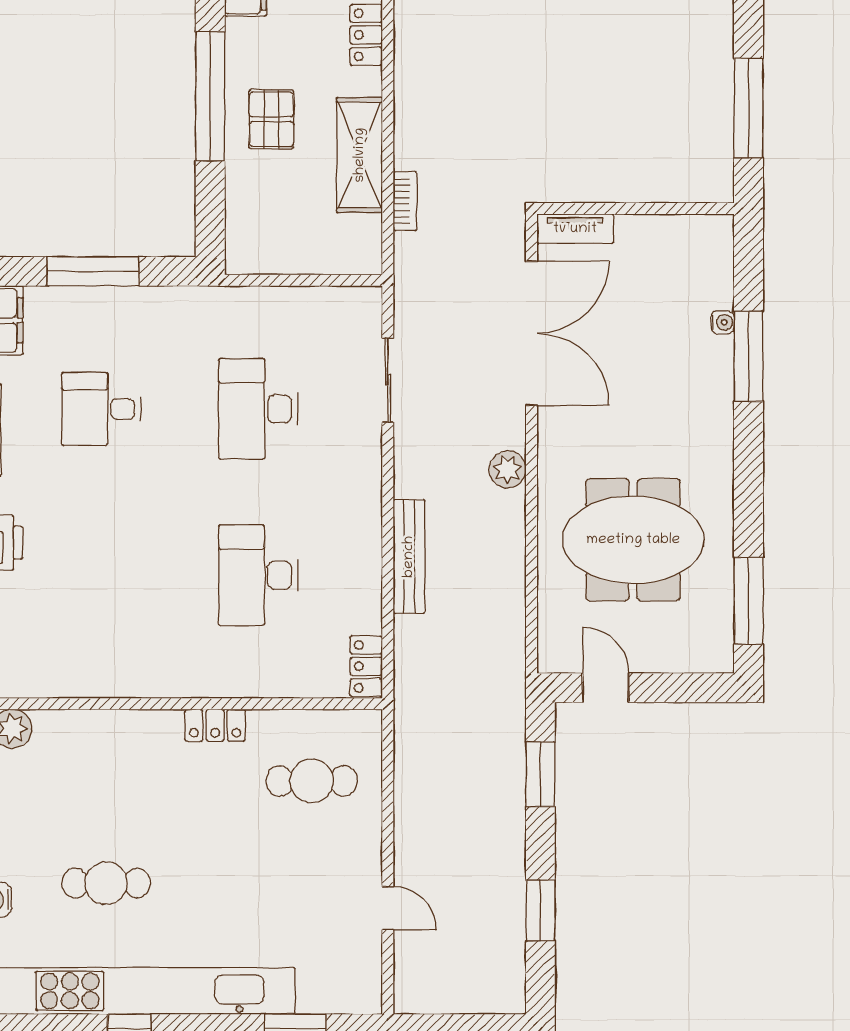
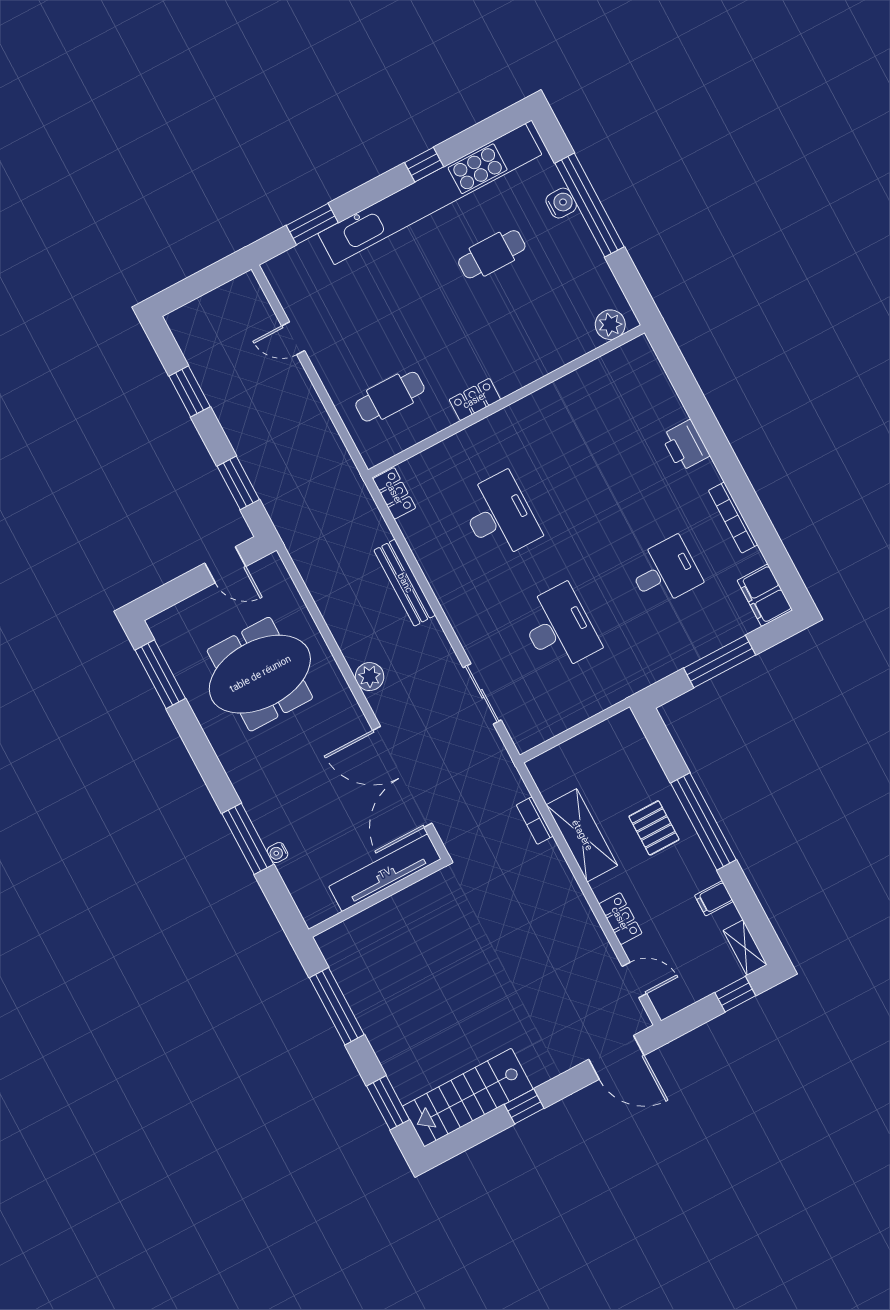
tv unit: (575, 229) -> (385, 873), width x1.92, depth x1.29

